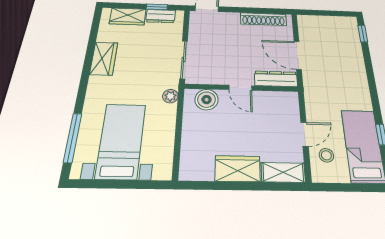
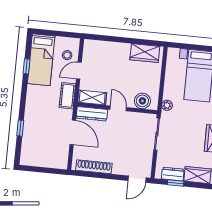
window: (363, 34) -> (20, 128), moved
cot: (314, 99) -> (67, 96), added
wardrobe: (238, 169) -> (145, 53), moved
shelving: (283, 172) -> (92, 98), moved

